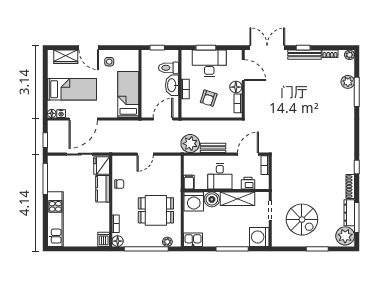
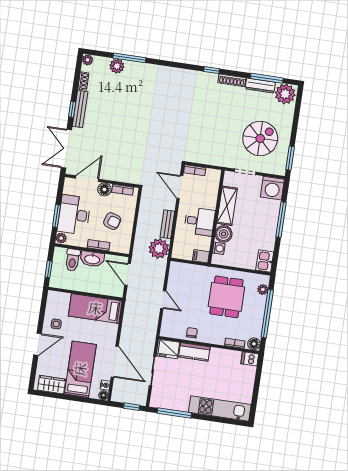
plant: (187, 55) -> (61, 238), added
wardrobe: (66, 57) -> (52, 385), moved, turned -90
printer: (248, 183) -> (212, 192), removed
washing machine: (194, 201) -> (219, 248), width x0.53, depth x0.53
window: (317, 249) -> (290, 158), moved

